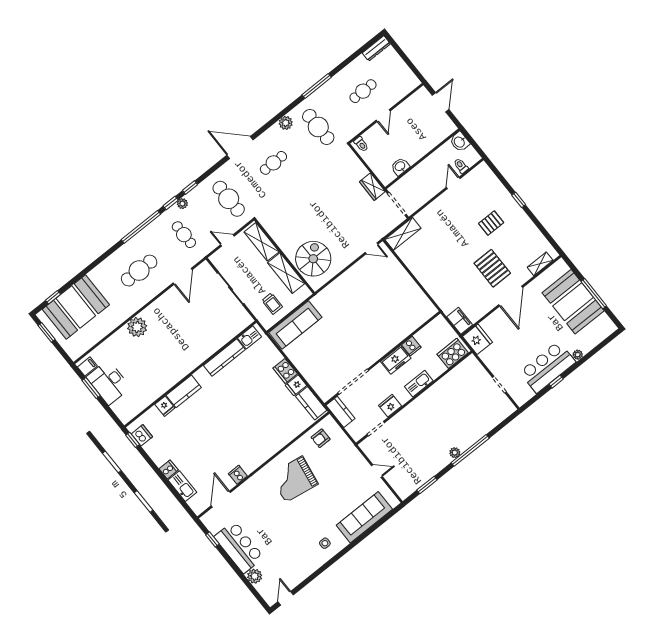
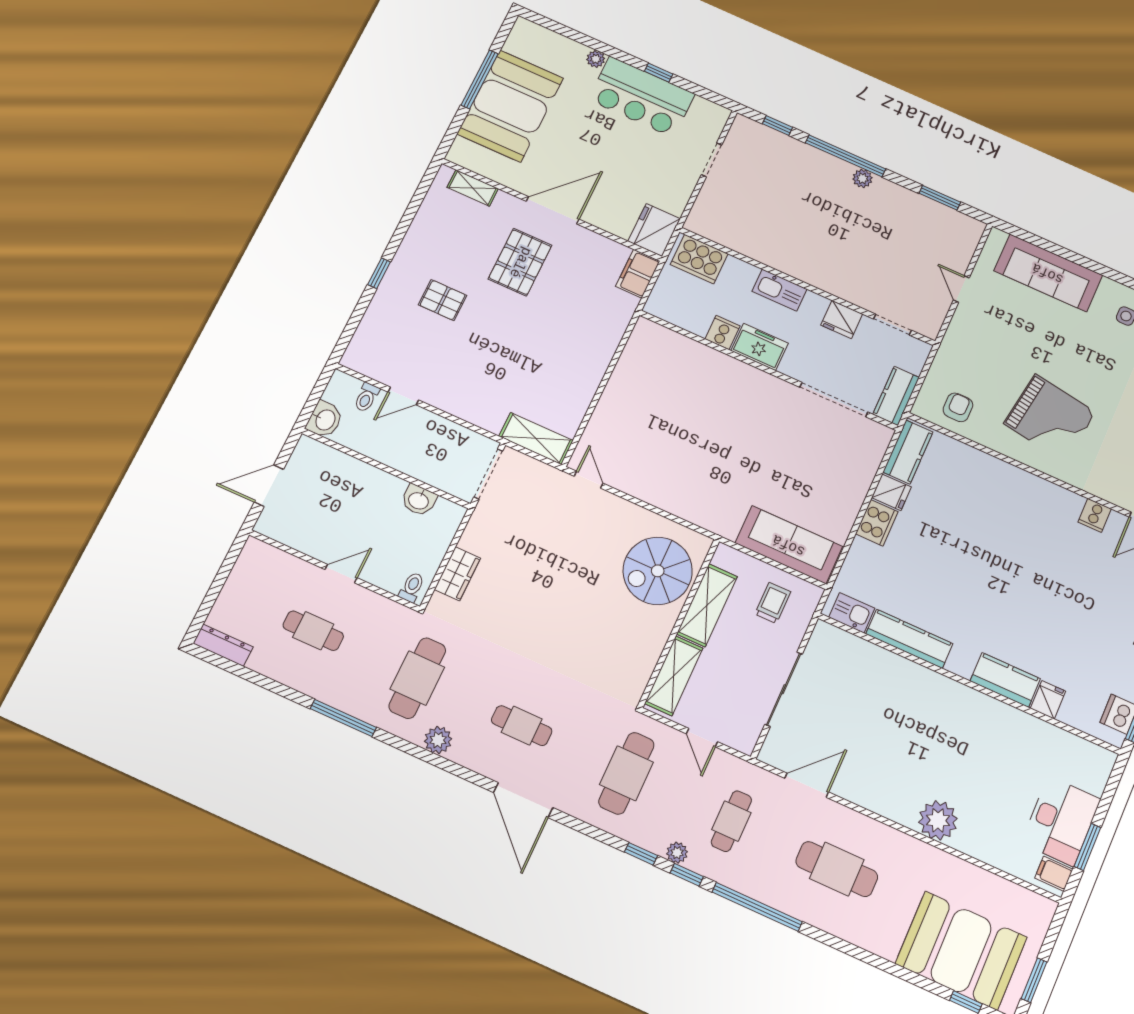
wardrobe: (372, 187) -> (457, 574), moved
window: (501, 425) -> (778, 126), added
armchair: (321, 438) -> (958, 407), turned -90

